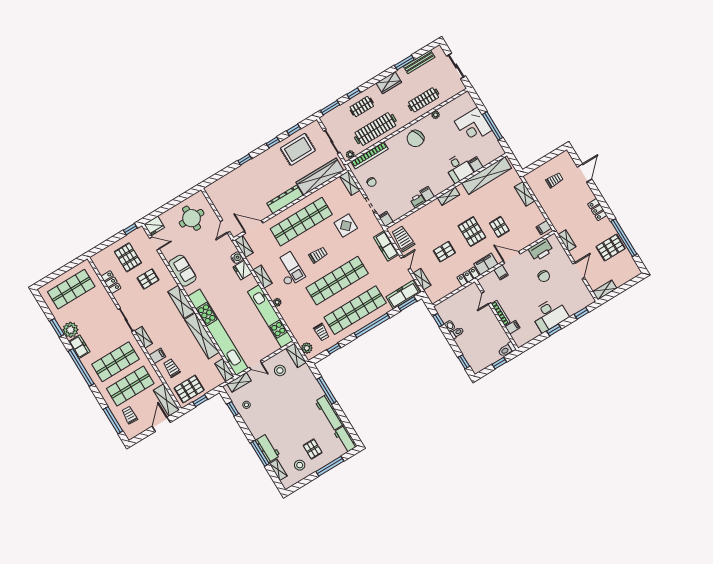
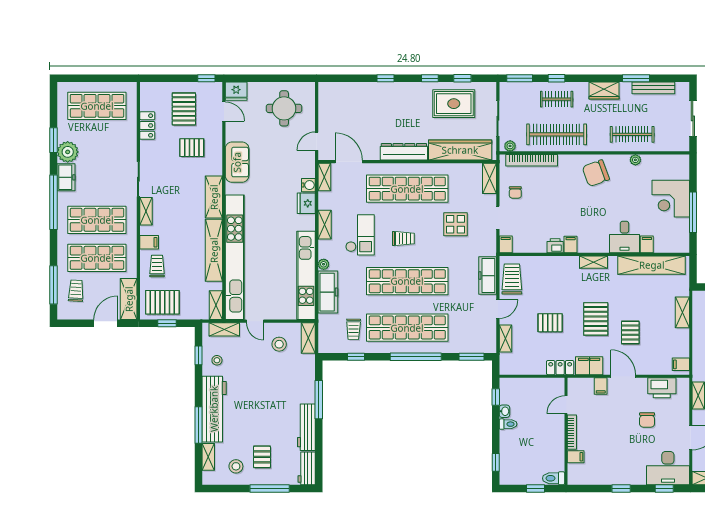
freezer: (403, 295) -> (328, 292), moved, turned 90
desk: (550, 315) -> (668, 468), moved
plant: (307, 348) -> (326, 337), removed
workbench: (268, 448) -> (214, 409), width x1.88, depth x1.32

